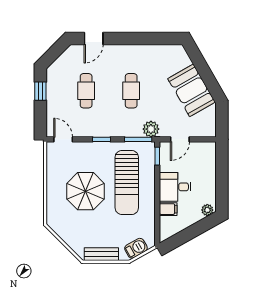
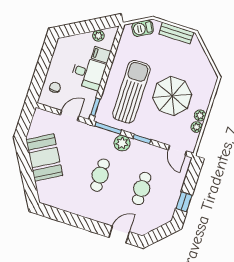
plant: (151, 129) -> (122, 143), moved
chair: (203, 162) -> (55, 87), added
plant: (52, 168) -> (196, 127), added
plant: (52, 181) -> (200, 115), added
plant: (207, 210) -> (98, 36), moved

